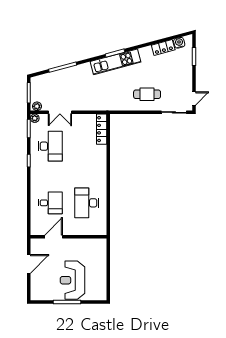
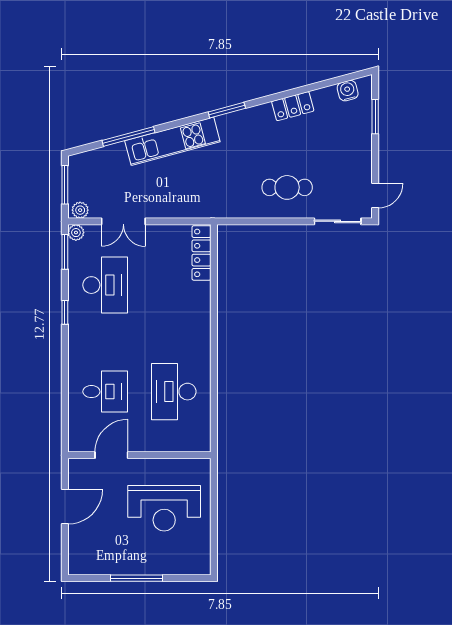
locker: (163, 47) -> (293, 106), moved
kitchen unit: (115, 62) -> (172, 141), moved
reception desk: (72, 280) -> (164, 508), moved, turned -90

